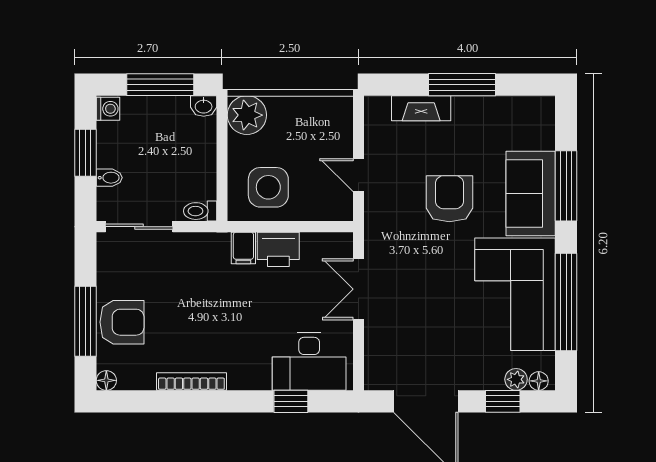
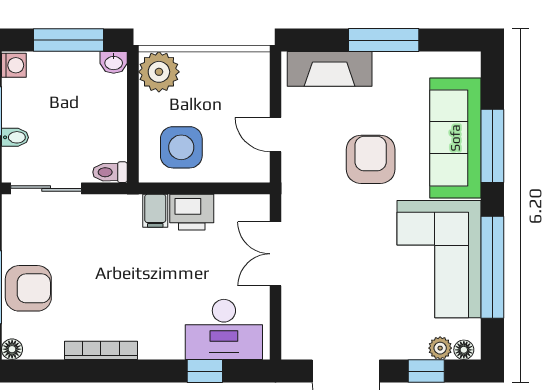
fireplace: (421, 108) -> (330, 69), width x1.37, depth x1.32
sofa: (531, 194) -> (455, 138), width x1.36

